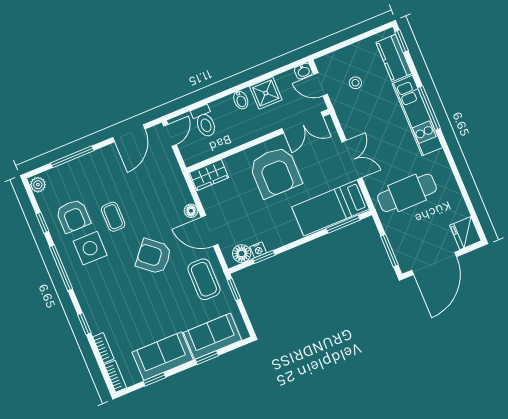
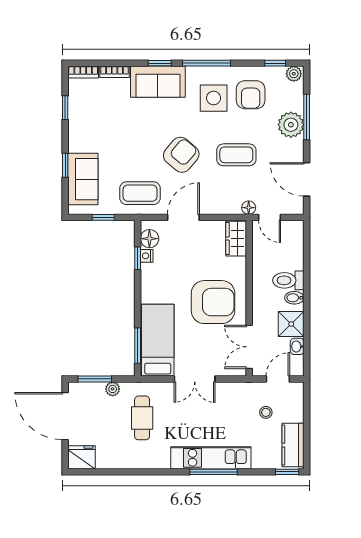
kitchen counter: (394, 58) -> (293, 445), moved, turned -90
washbasin: (303, 71) -> (297, 346), moved
toilet: (204, 121) -> (288, 280), moved
door: (170, 135) -> (270, 217), moved
plant: (85, 168) -> (291, 125), added
armchair: (275, 172) -> (213, 302), turned 180
cafe table: (407, 193) -> (142, 418), width x0.73, depth x0.74
floor lamp: (191, 211) -> (249, 208), moved
armchair: (73, 216) -> (251, 95), turned -90
coffee table: (113, 217) -> (236, 155), moved, width x1.36, depth x1.30
window: (42, 223) -> (275, 63), moved
plant: (392, 231) -> (113, 389), added
window: (234, 290) -> (103, 217), moved
window: (84, 324) -> (160, 63), moved
sofa: (163, 356) -> (158, 82), moved, turned 90

